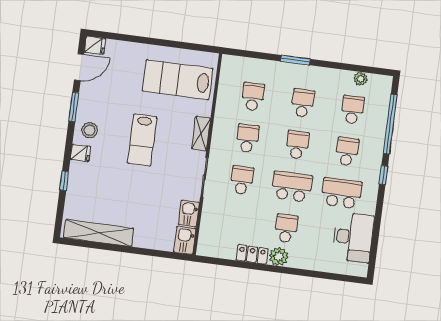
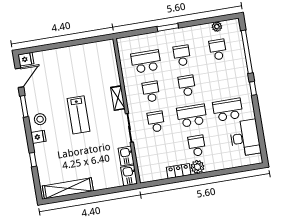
lab bench: (178, 80) -> (90, 66), removed
school desk: (253, 96) -> (146, 61), width x1.85
school desk: (347, 151) -> (223, 80), removed

